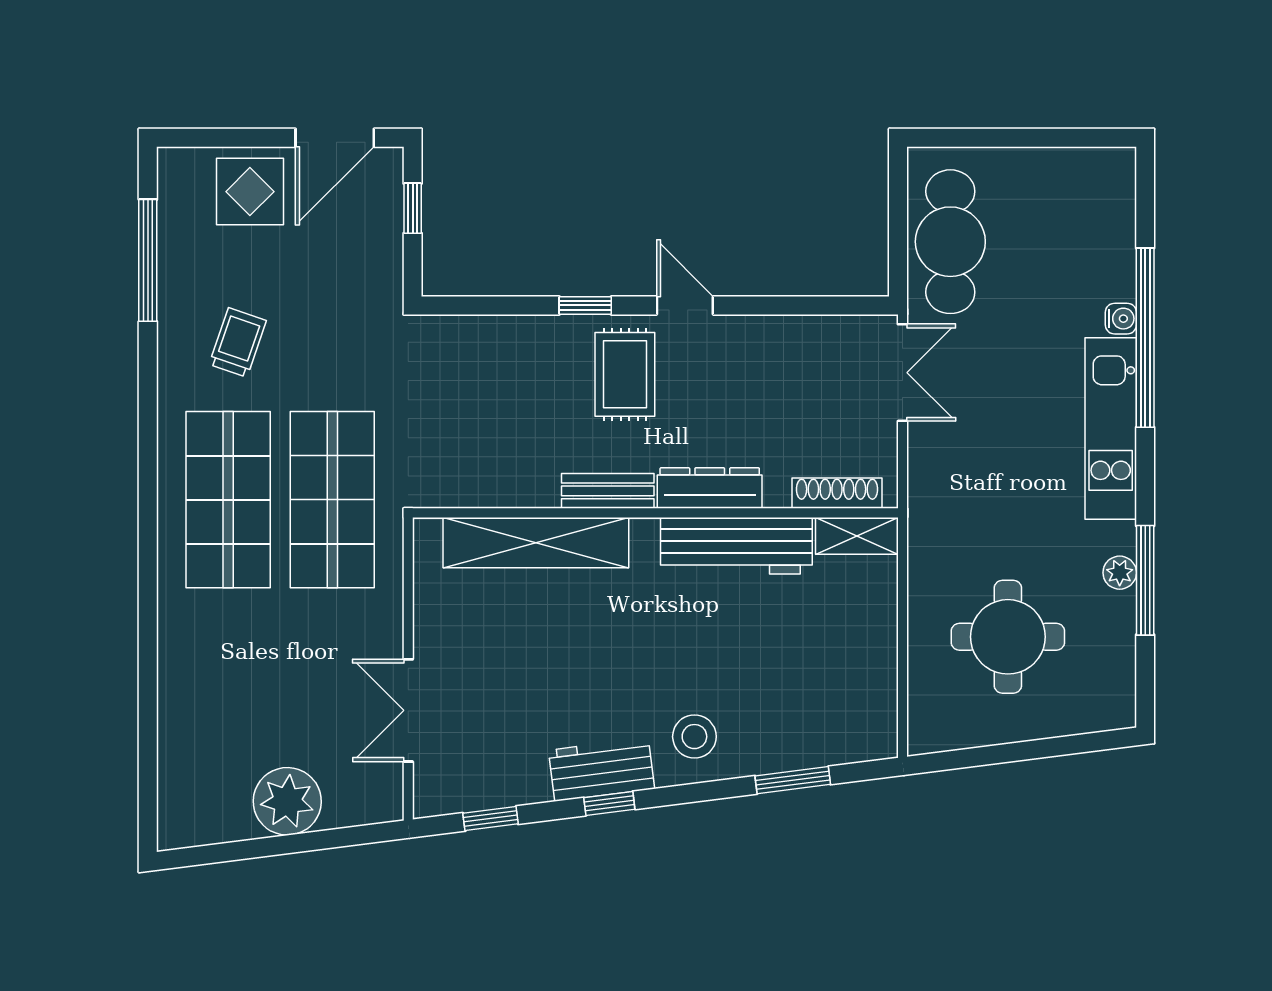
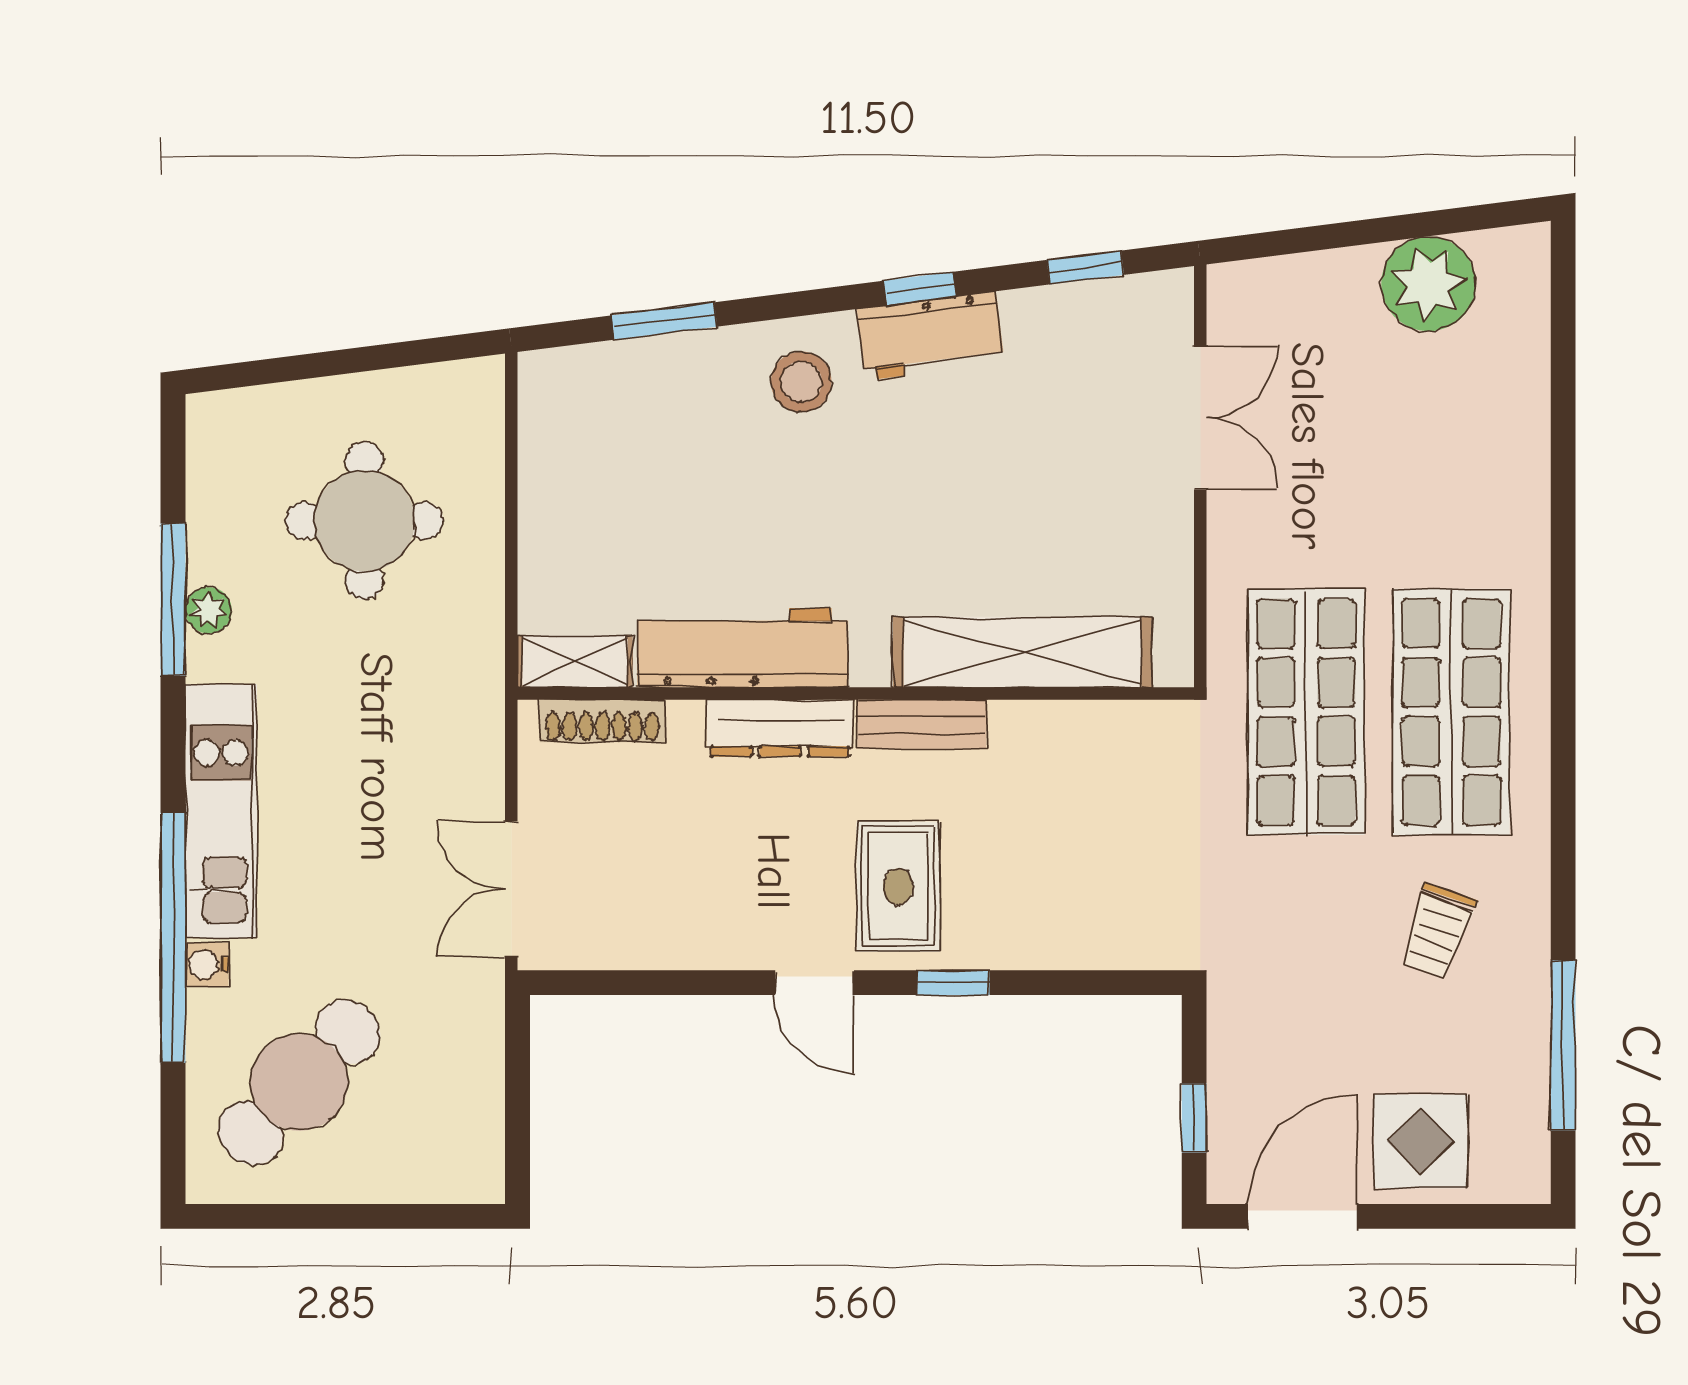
cafe table: (950, 242) -> (299, 1082), moved, turned 44
plant: (287, 801) -> (1429, 284), moved

